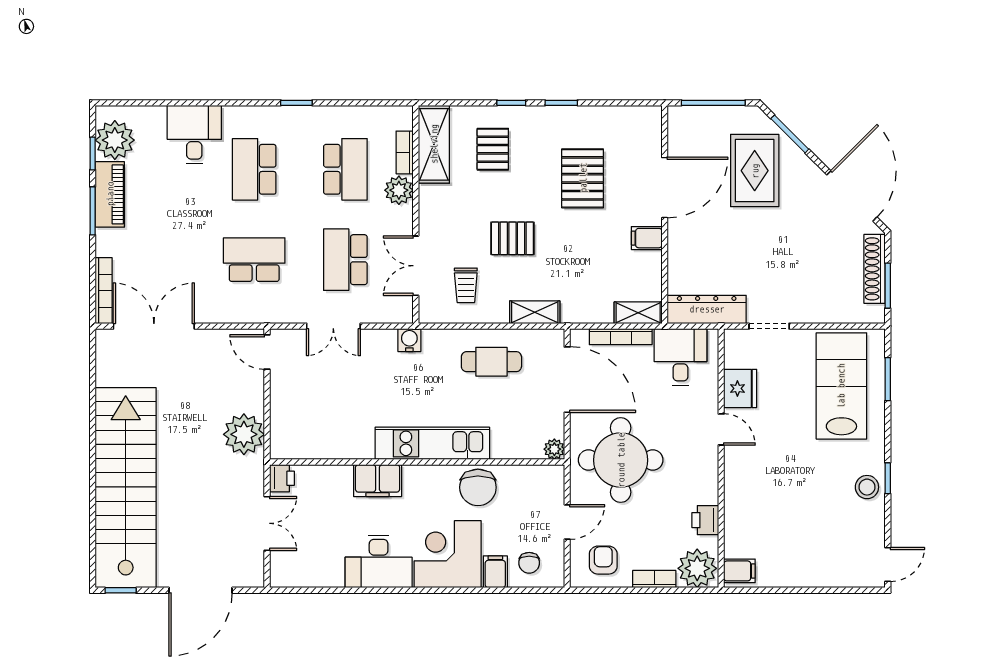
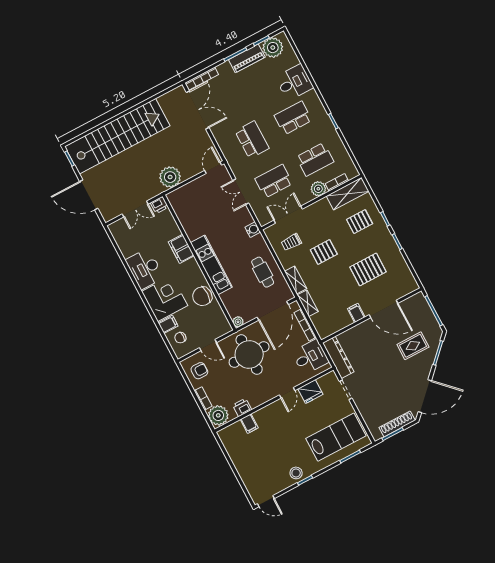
rug: (755, 171) -> (413, 346), width x0.73, depth x0.70
pallet: (512, 238) -> (324, 252), turned 90
shelving: (638, 313) -> (308, 303), moved
filing cabinet: (739, 571) -> (249, 424), moved

